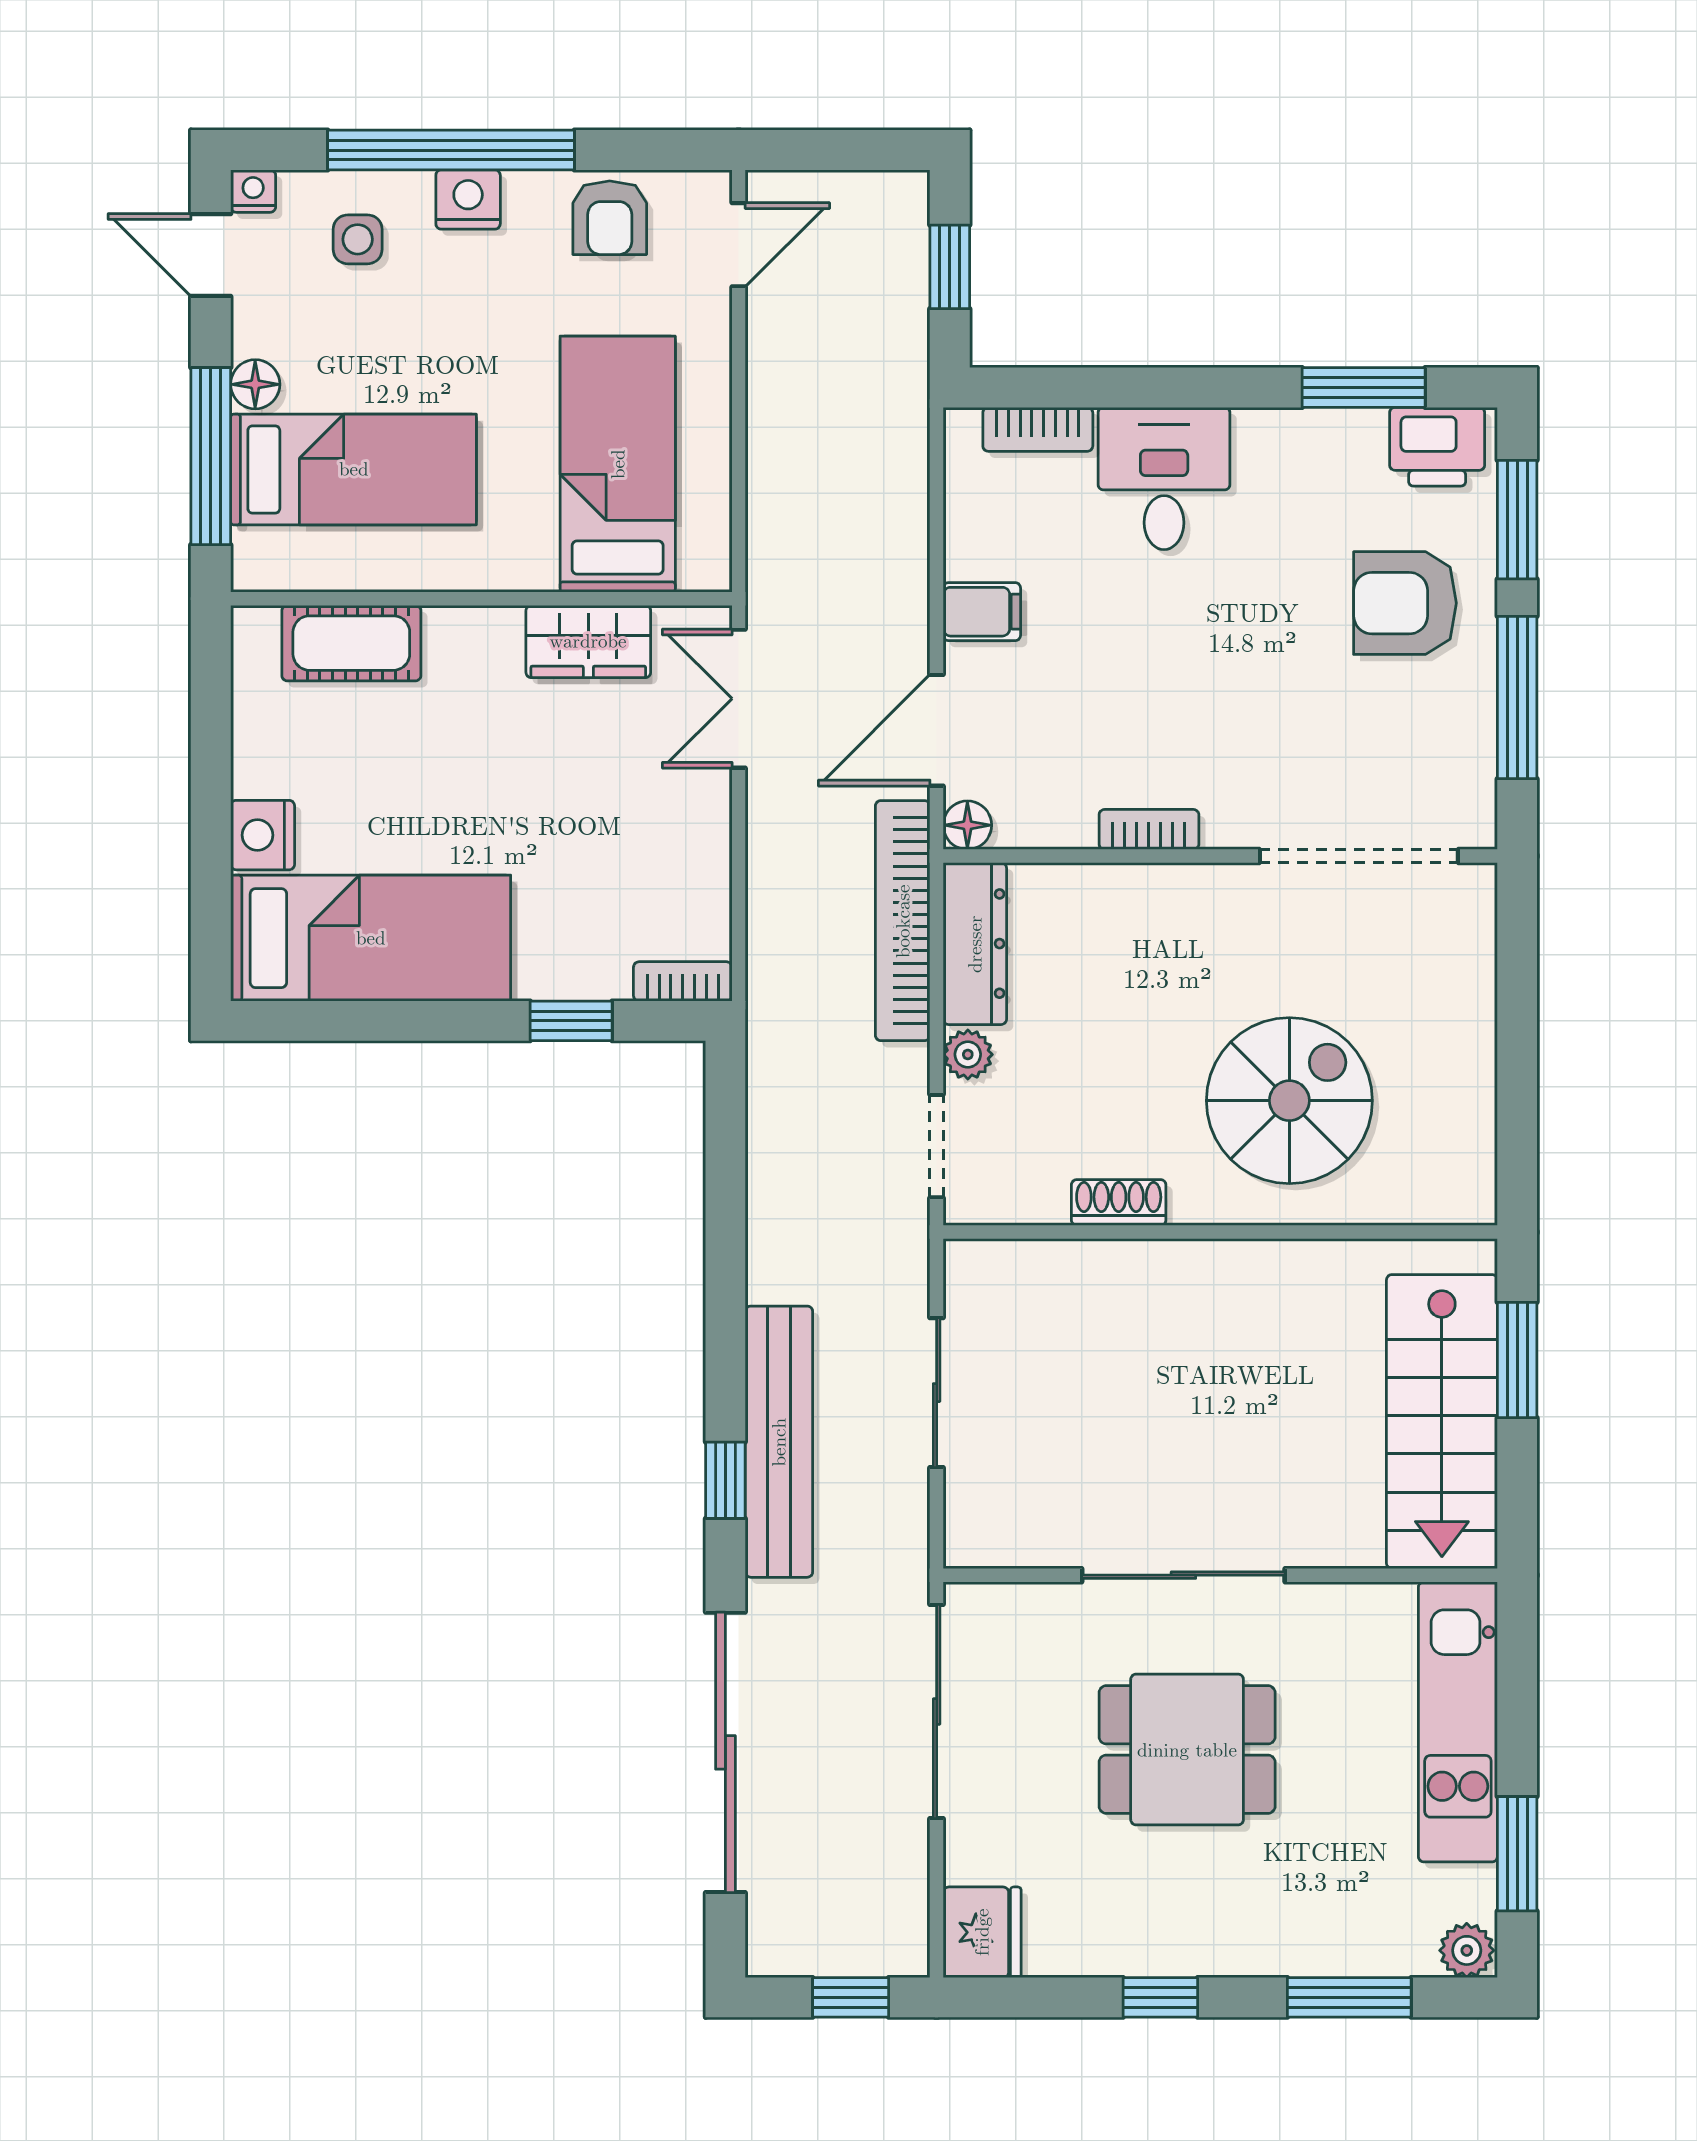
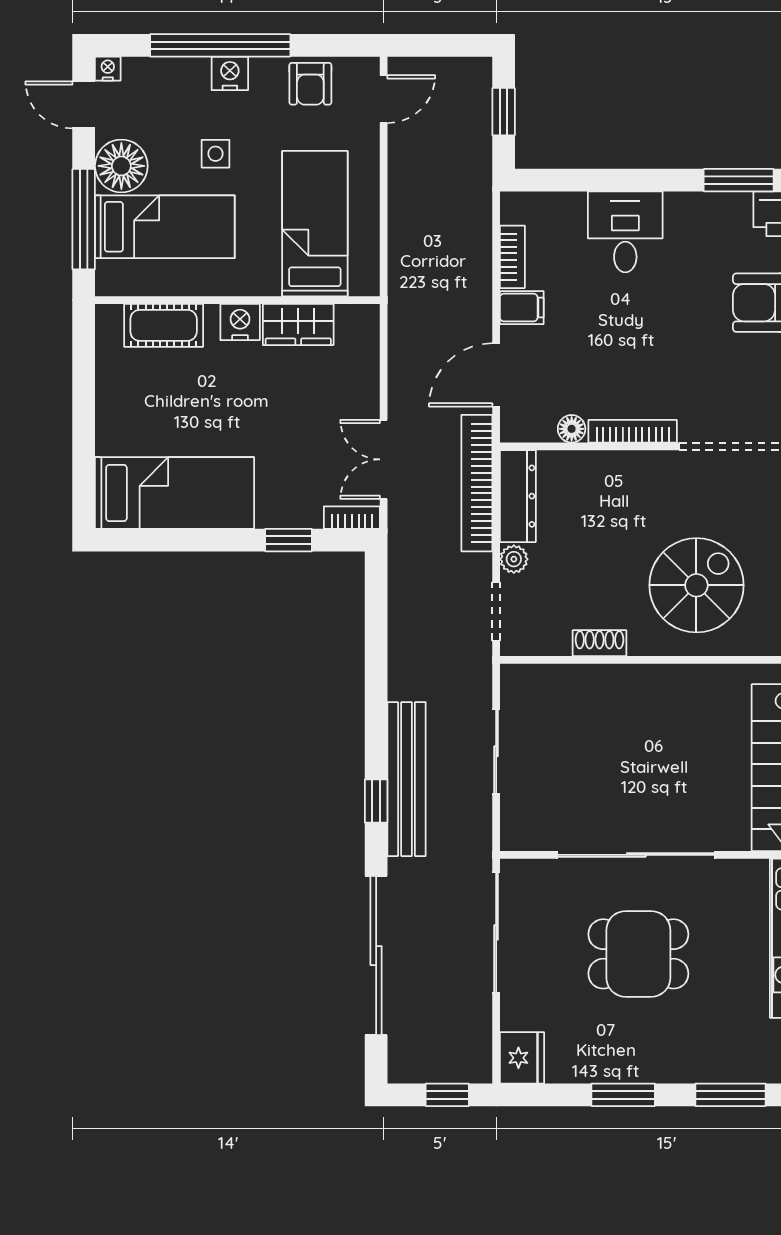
side table: (358, 239) -> (215, 154), moved
floor lamp: (255, 384) -> (121, 166), width x1.89, depth x1.89
bookcase: (1038, 429) -> (512, 257), moved, turned -90
double door: (739, 699) -> (384, 459), moved
floor lamp: (967, 825) -> (572, 429), moved
bookcase: (1149, 829) -> (633, 431), width x1.56
nightstand: (263, 835) -> (240, 322), moved, turned 90
sliding door: (1183, 1575) -> (636, 855), width x1.36
window: (1160, 1997) -> (623, 1095), width x1.50

